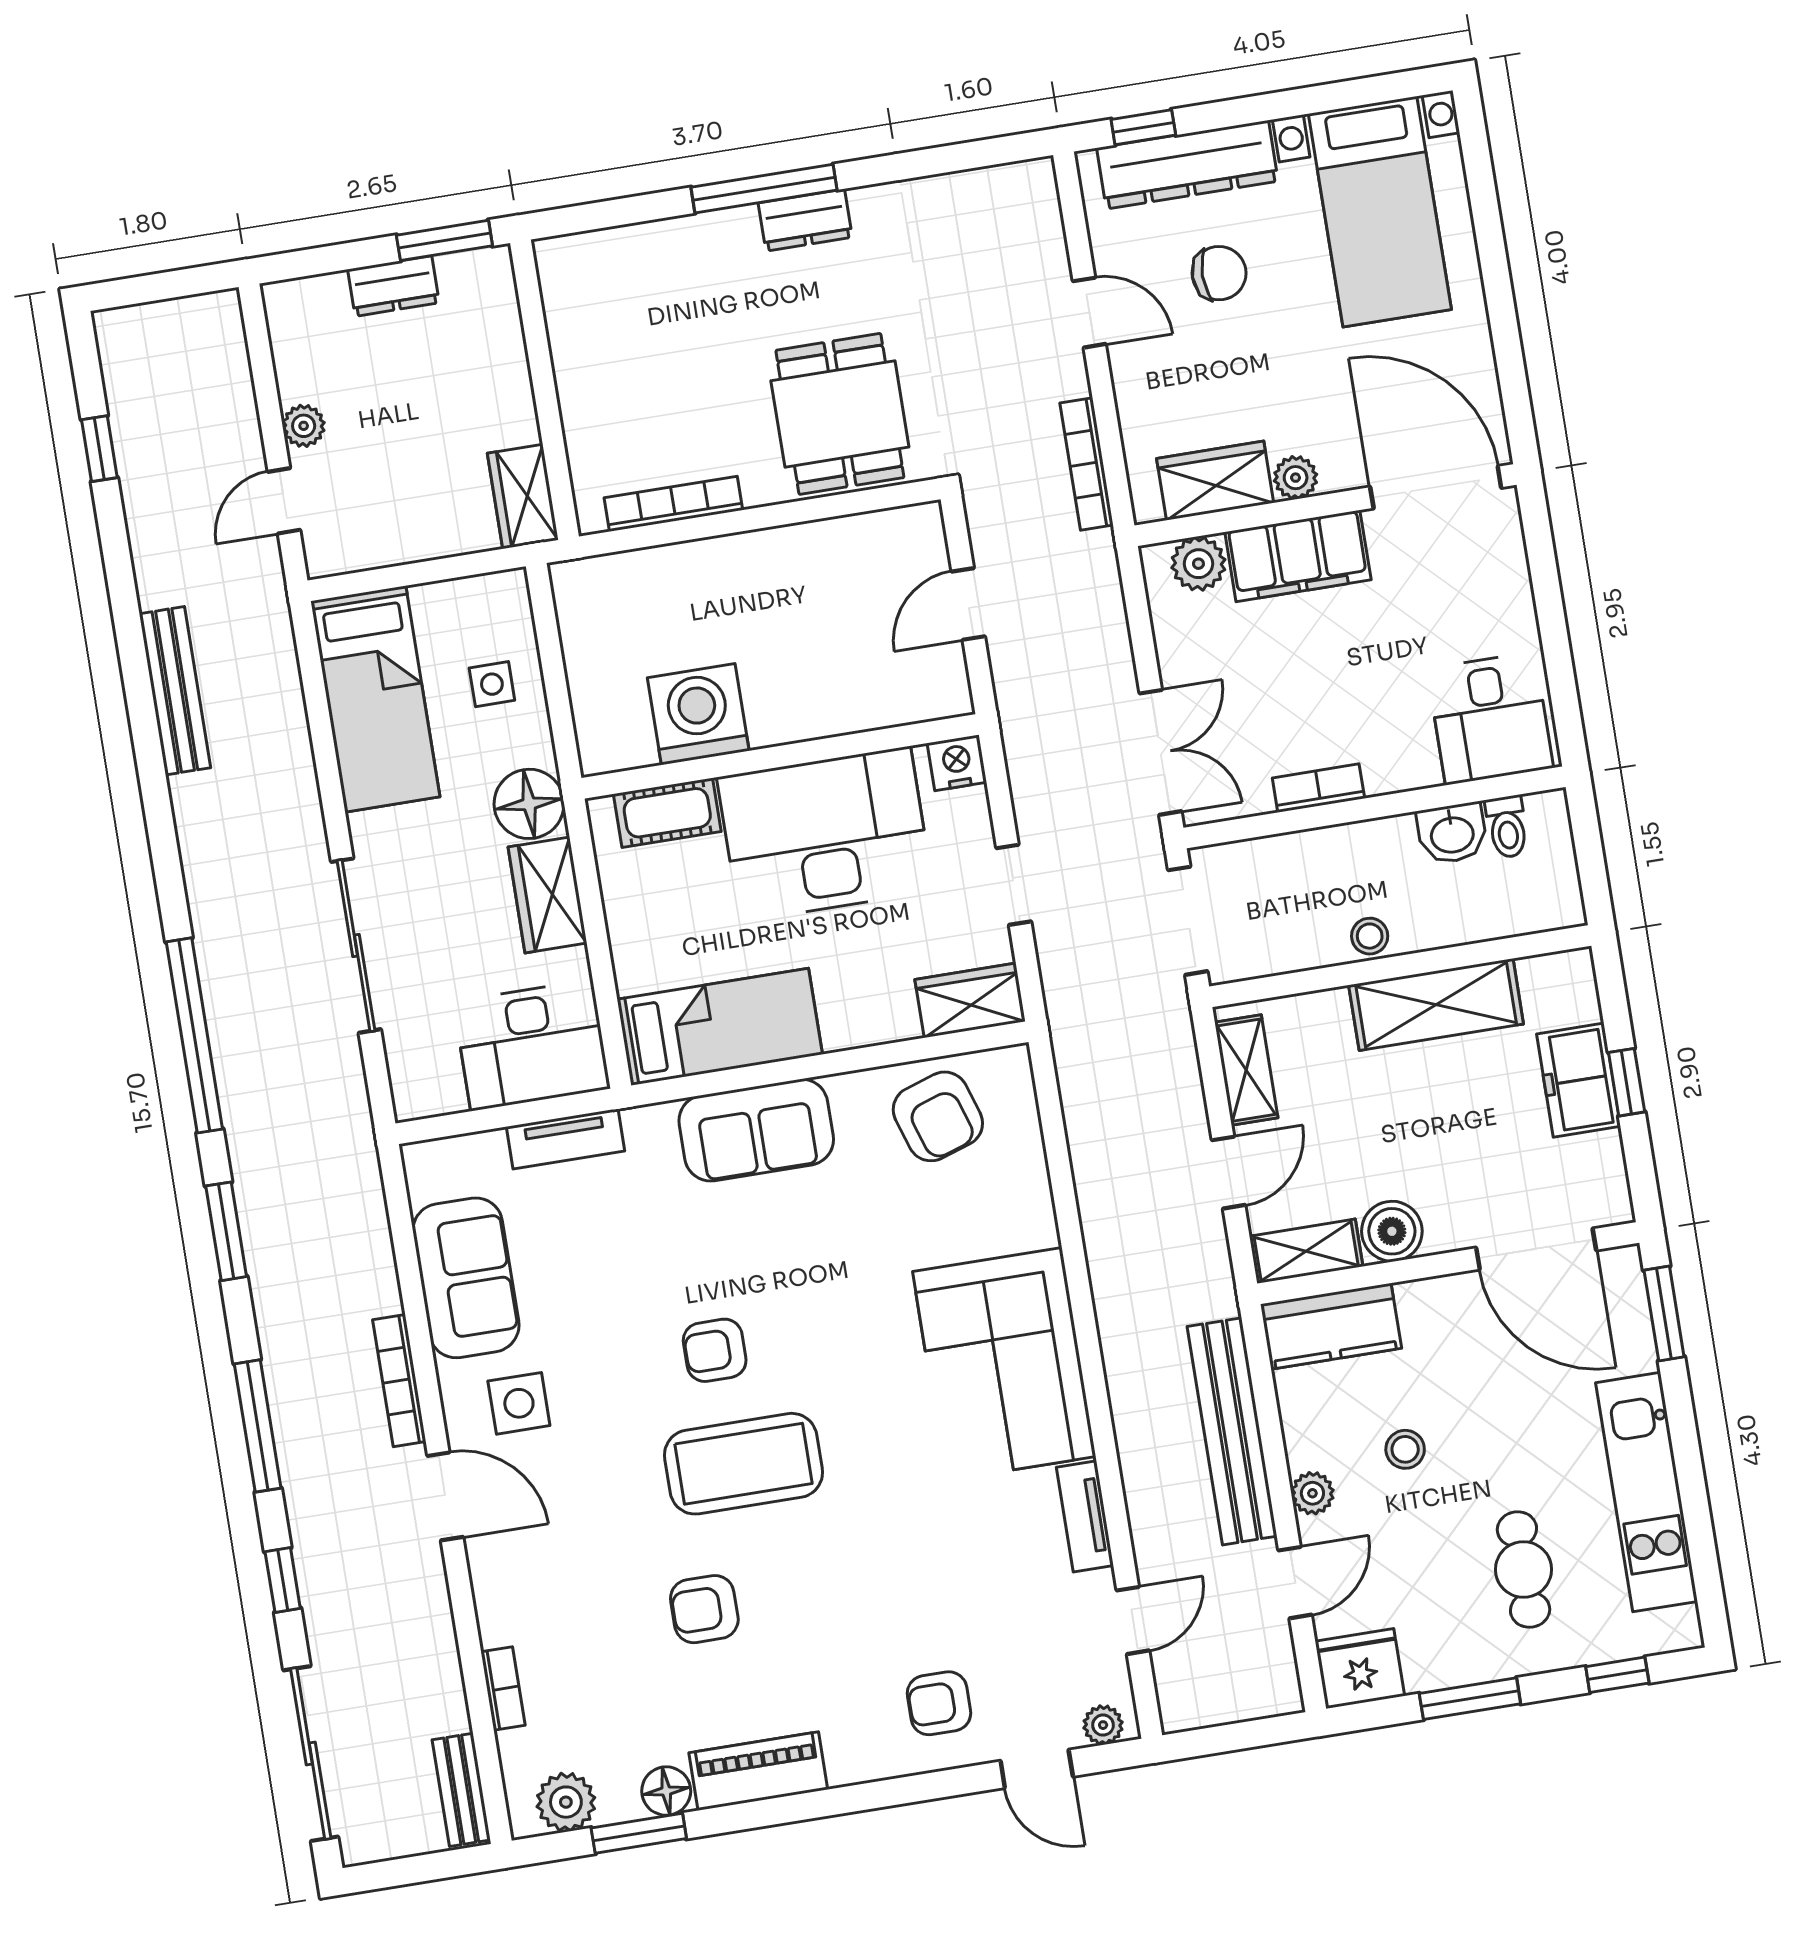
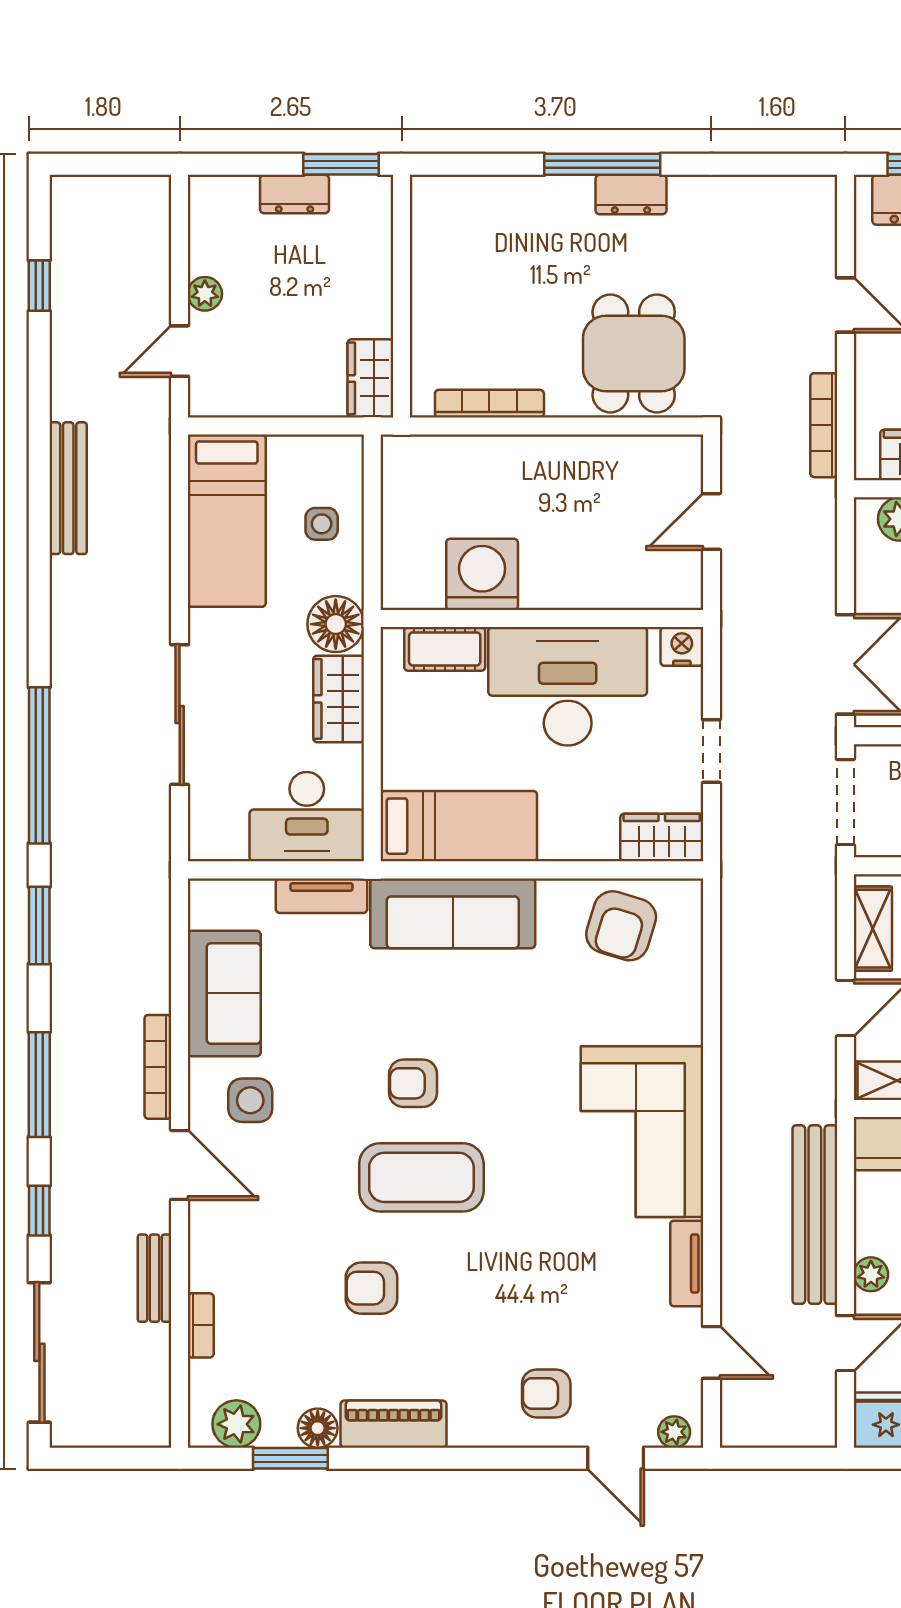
armchair: (938, 1116) -> (621, 926), turned 35
sofa: (756, 1130) -> (453, 913), width x1.36
door: (1133, 1620) -> (711, 1352), hinge flipped
bench: (461, 1790) -> (154, 1278), moved

